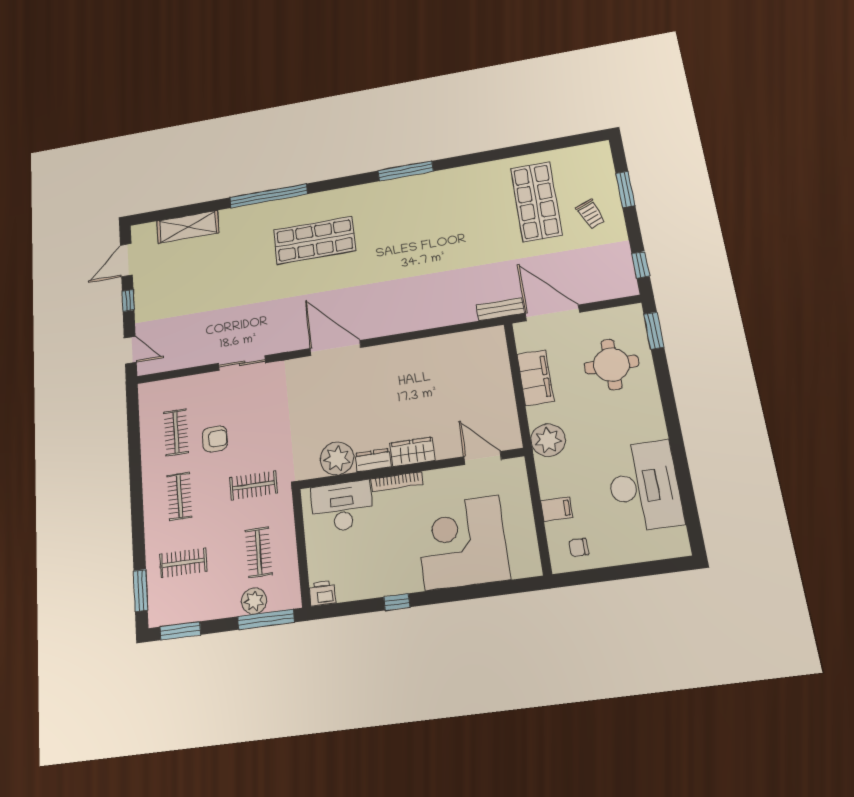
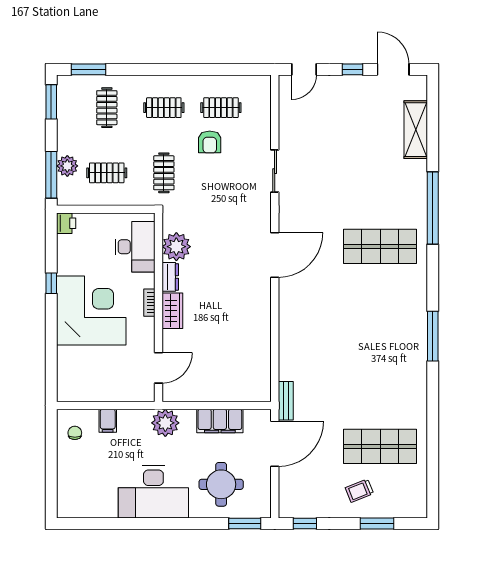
shop shelf: (315, 240) -> (380, 246), turned 90
bookcase: (397, 481) -> (149, 303), width x0.64
desk: (644, 486) -> (153, 492), moved
corner desk: (462, 543) -> (91, 311), moved

